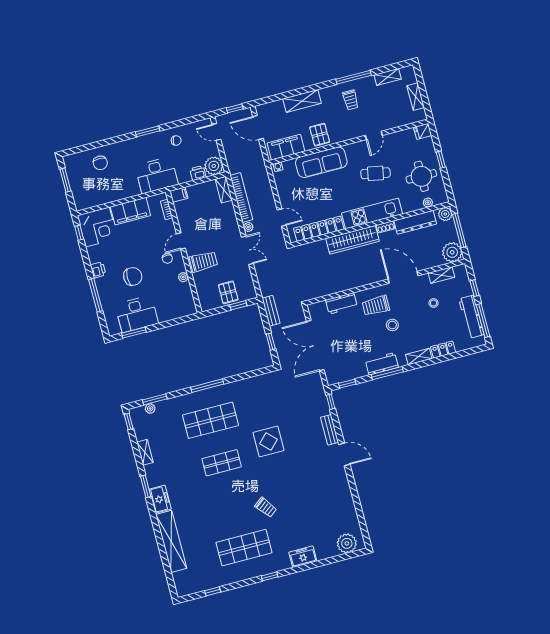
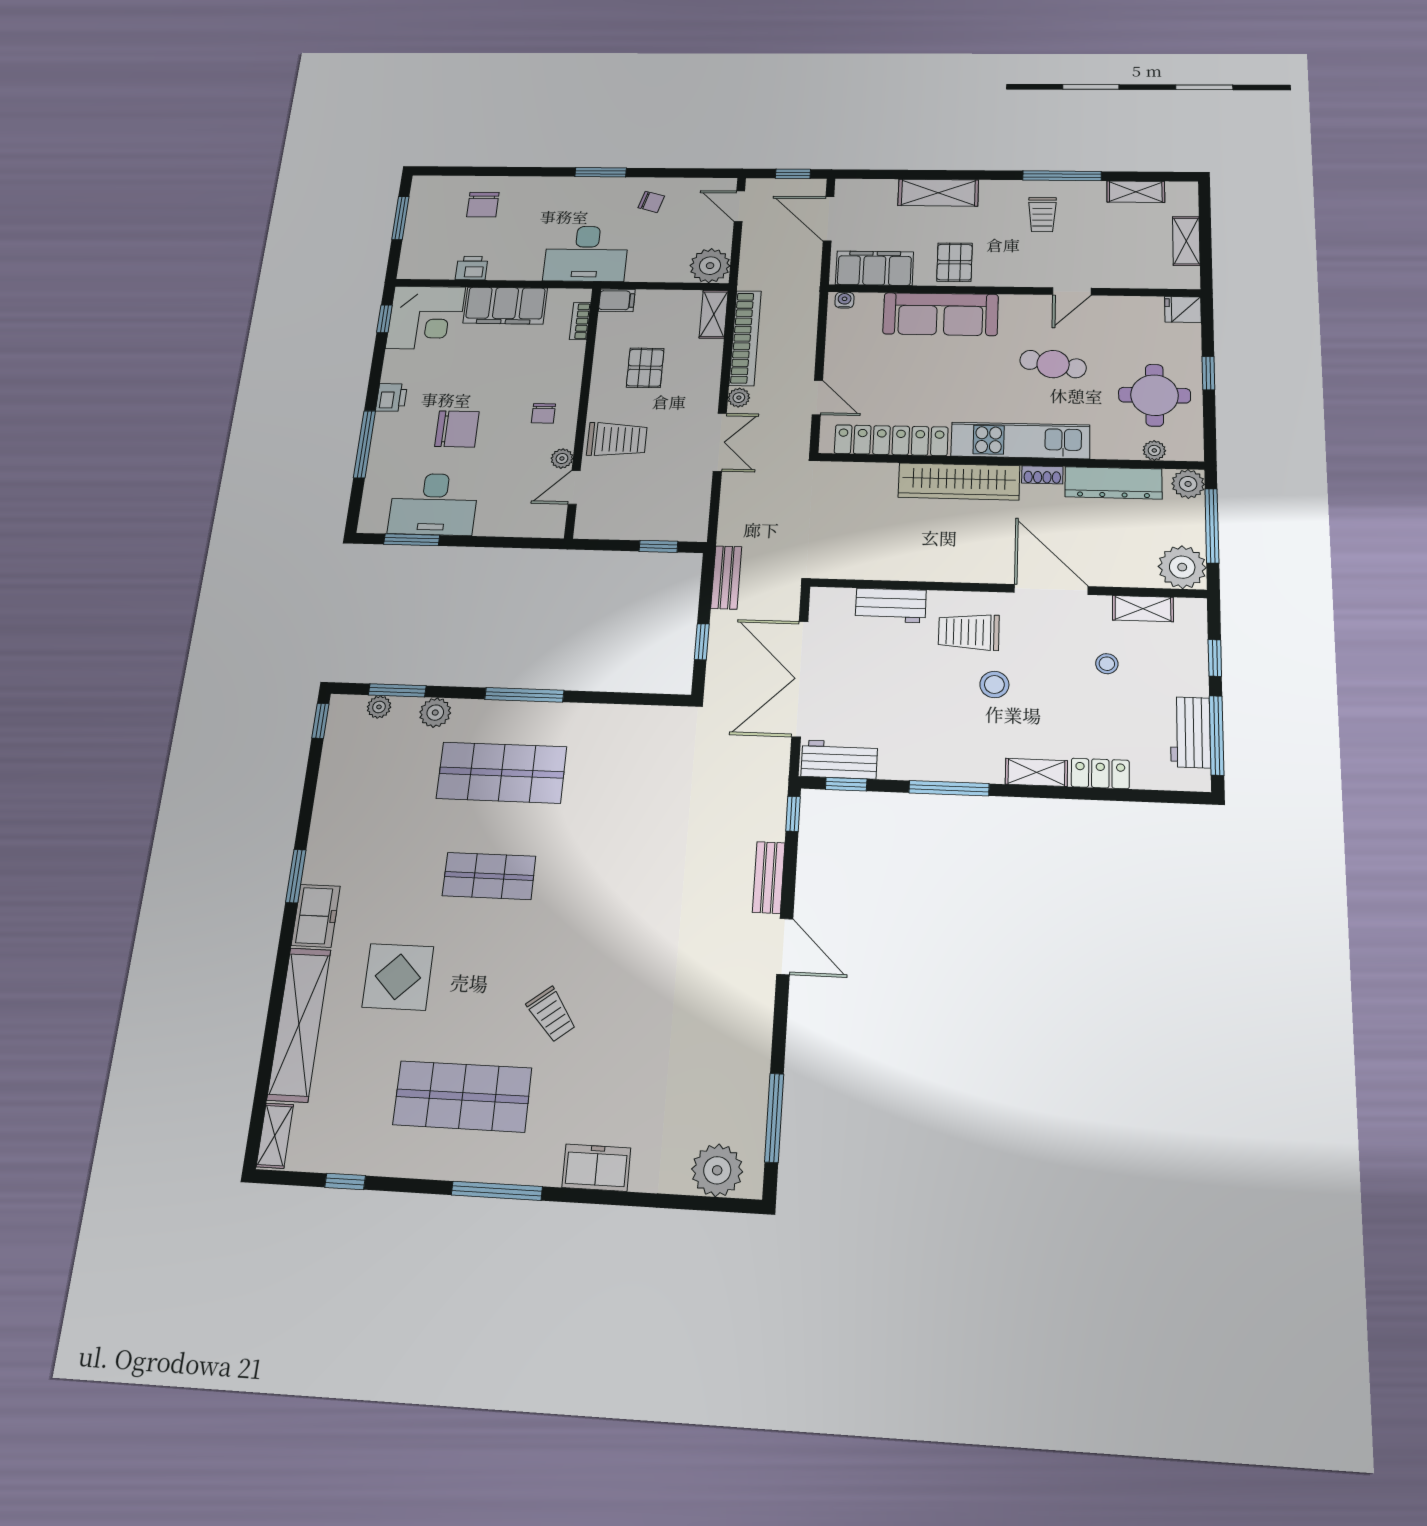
printer: (198, 173) -> (472, 268), moved
door: (181, 241) -> (574, 487), moved
pallet: (228, 292) -> (645, 368), moved
workbench: (471, 317) -> (1190, 732), width x0.73
workbench: (382, 364) -> (839, 759), moved
plant: (174, 404) -> (435, 713), added
display table: (268, 441) -> (398, 977), moved
shelving: (145, 452) -> (275, 1136), moved
window: (361, 518) -> (774, 1118), added
window: (270, 576) -> (497, 1191), width x2.17

